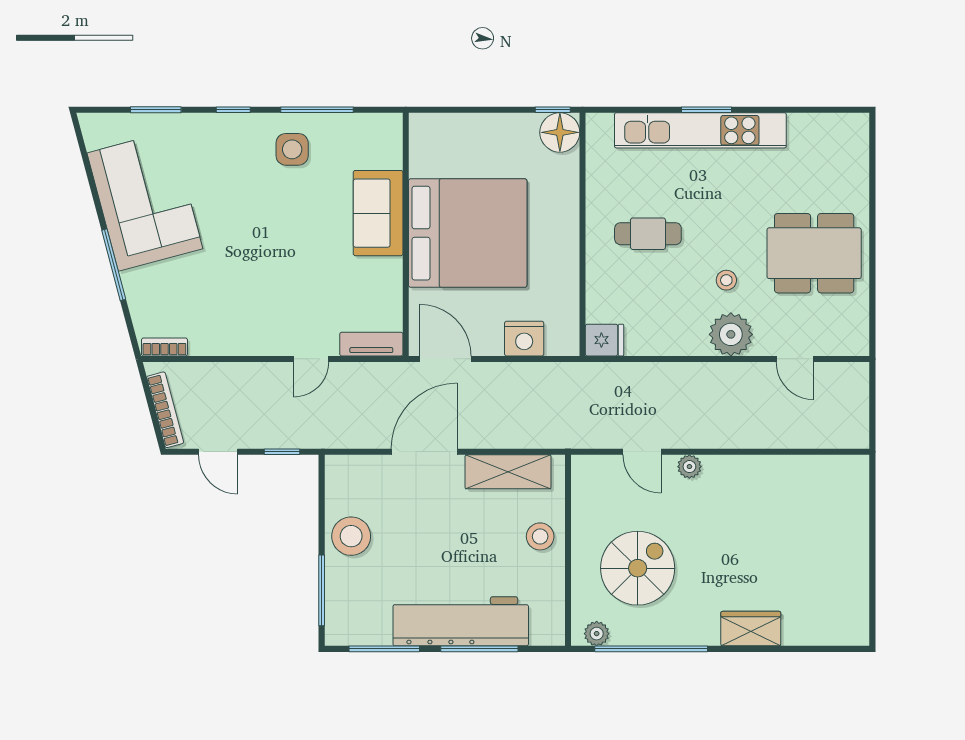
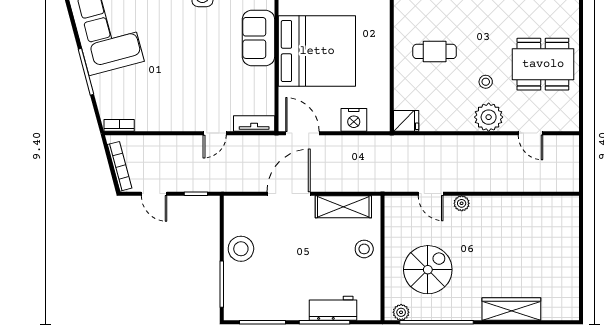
workbench: (461, 621) -> (333, 308), width x0.53, depth x0.76
wardrobe: (751, 629) -> (511, 309), width x1.50

